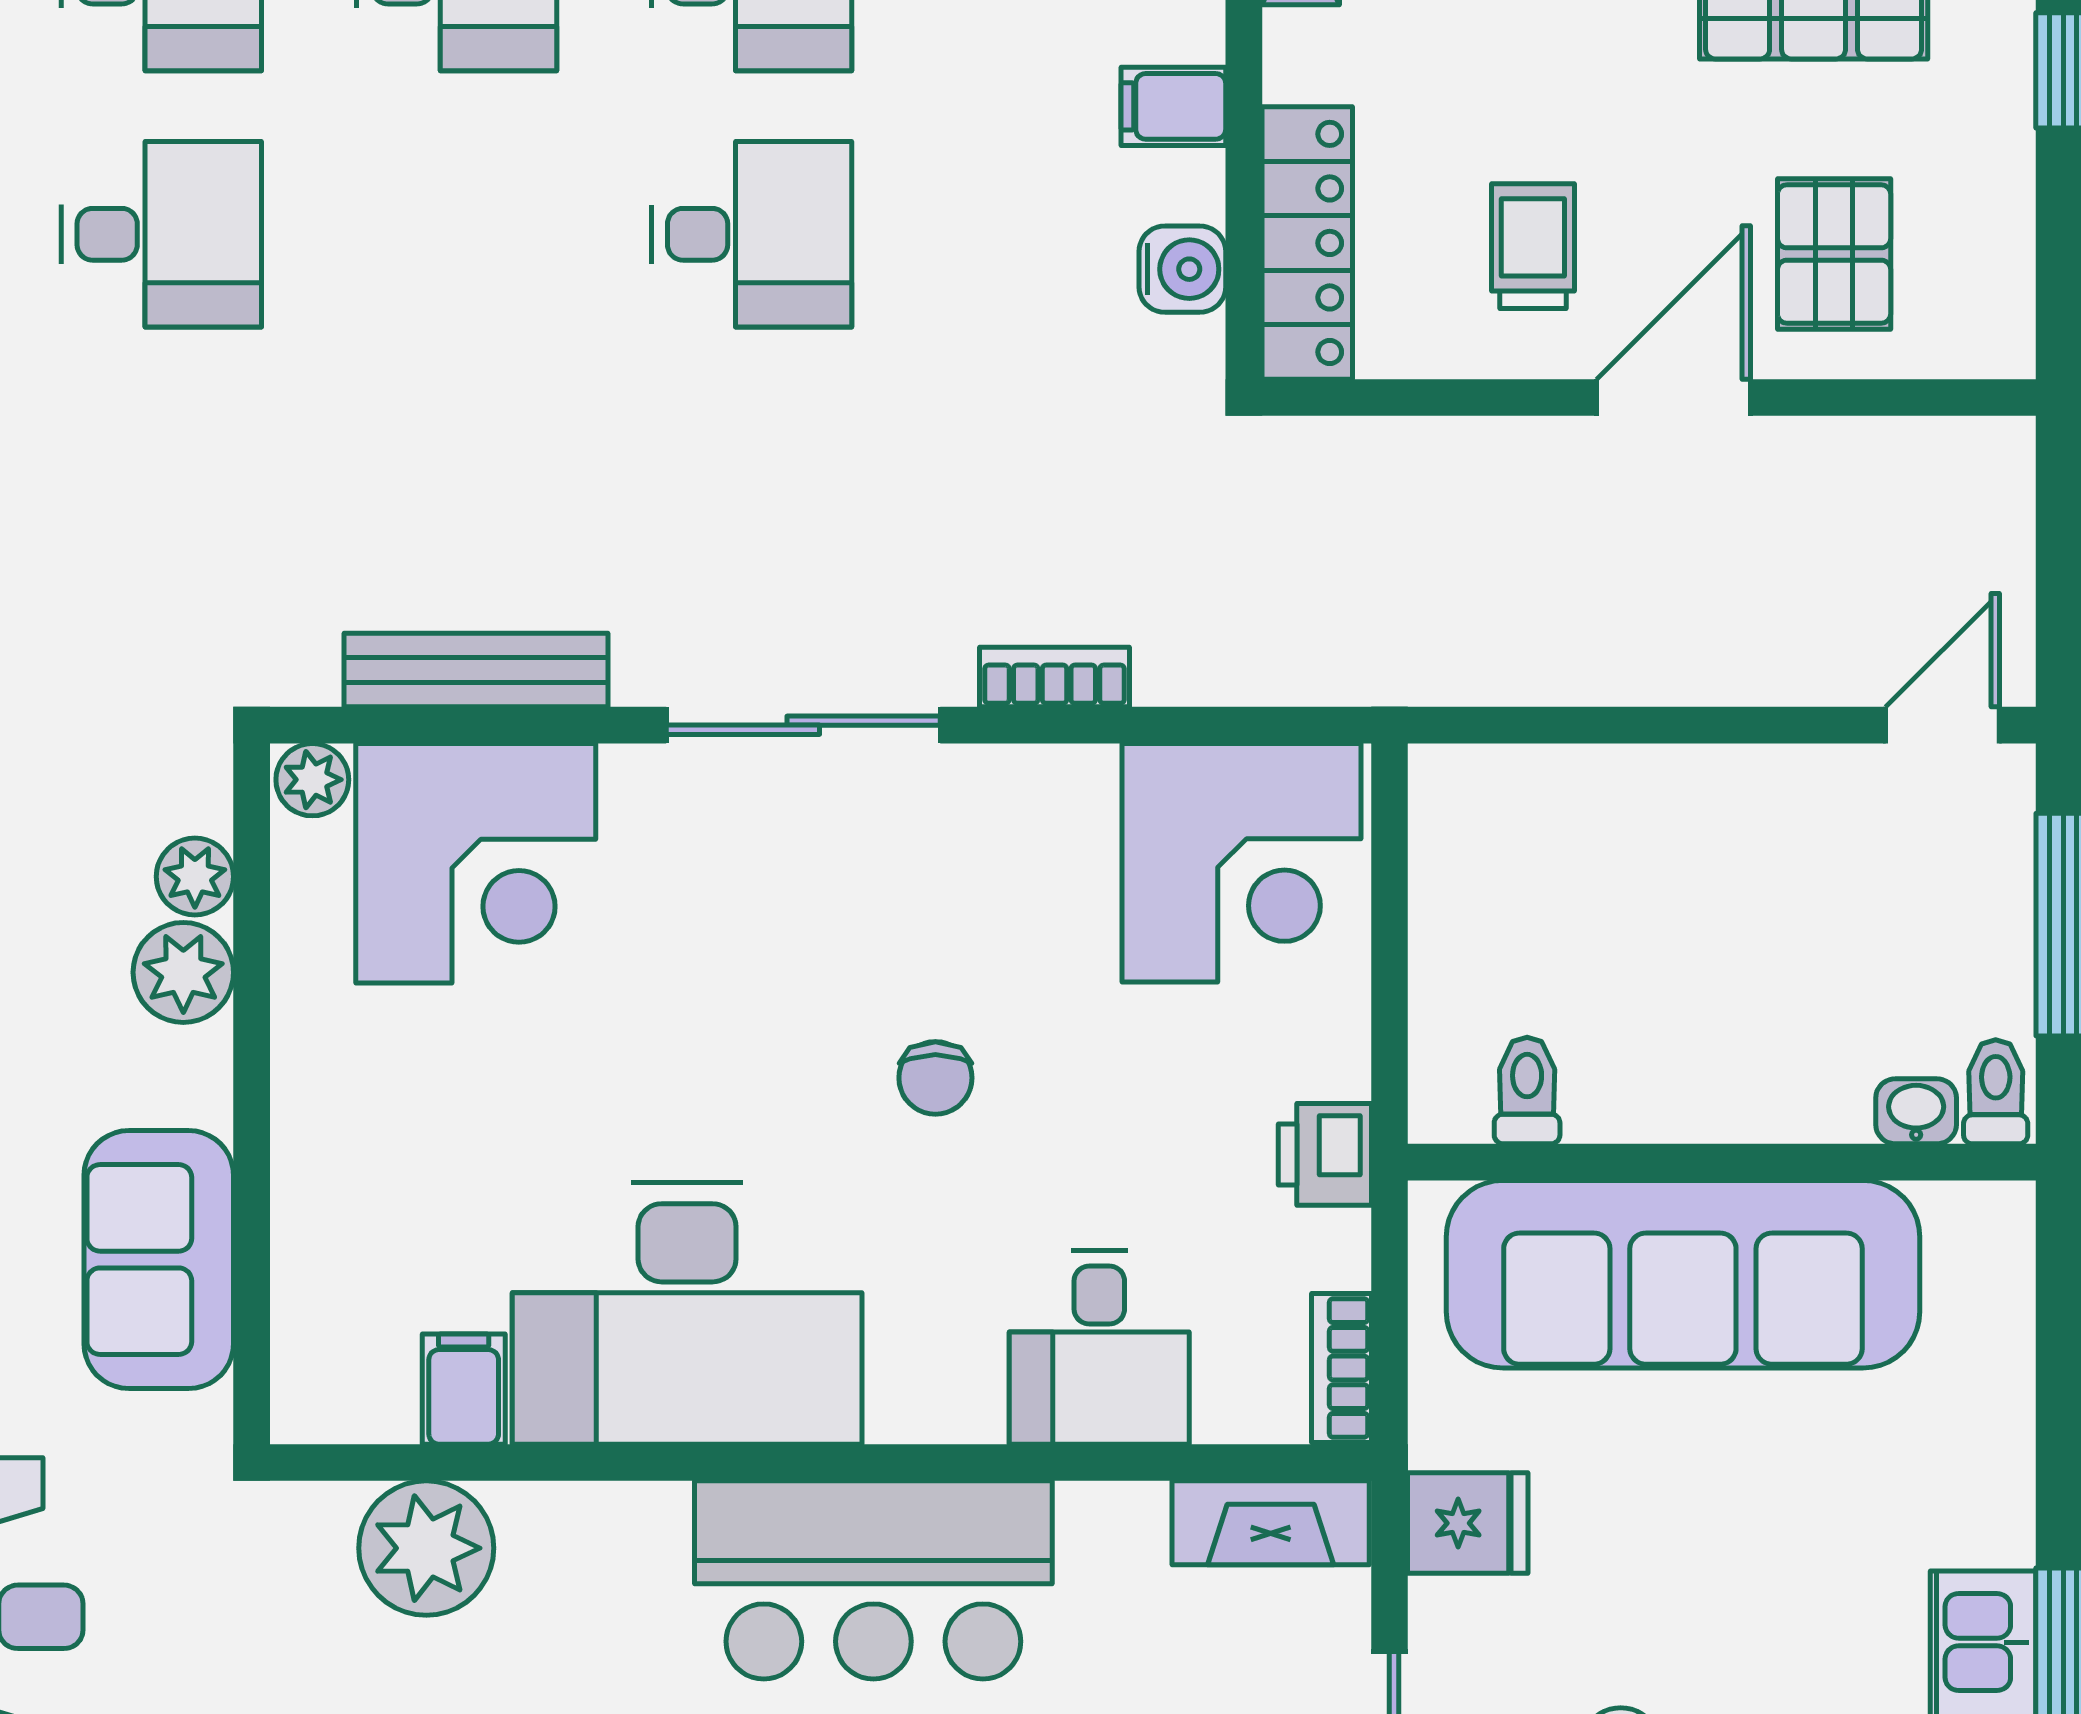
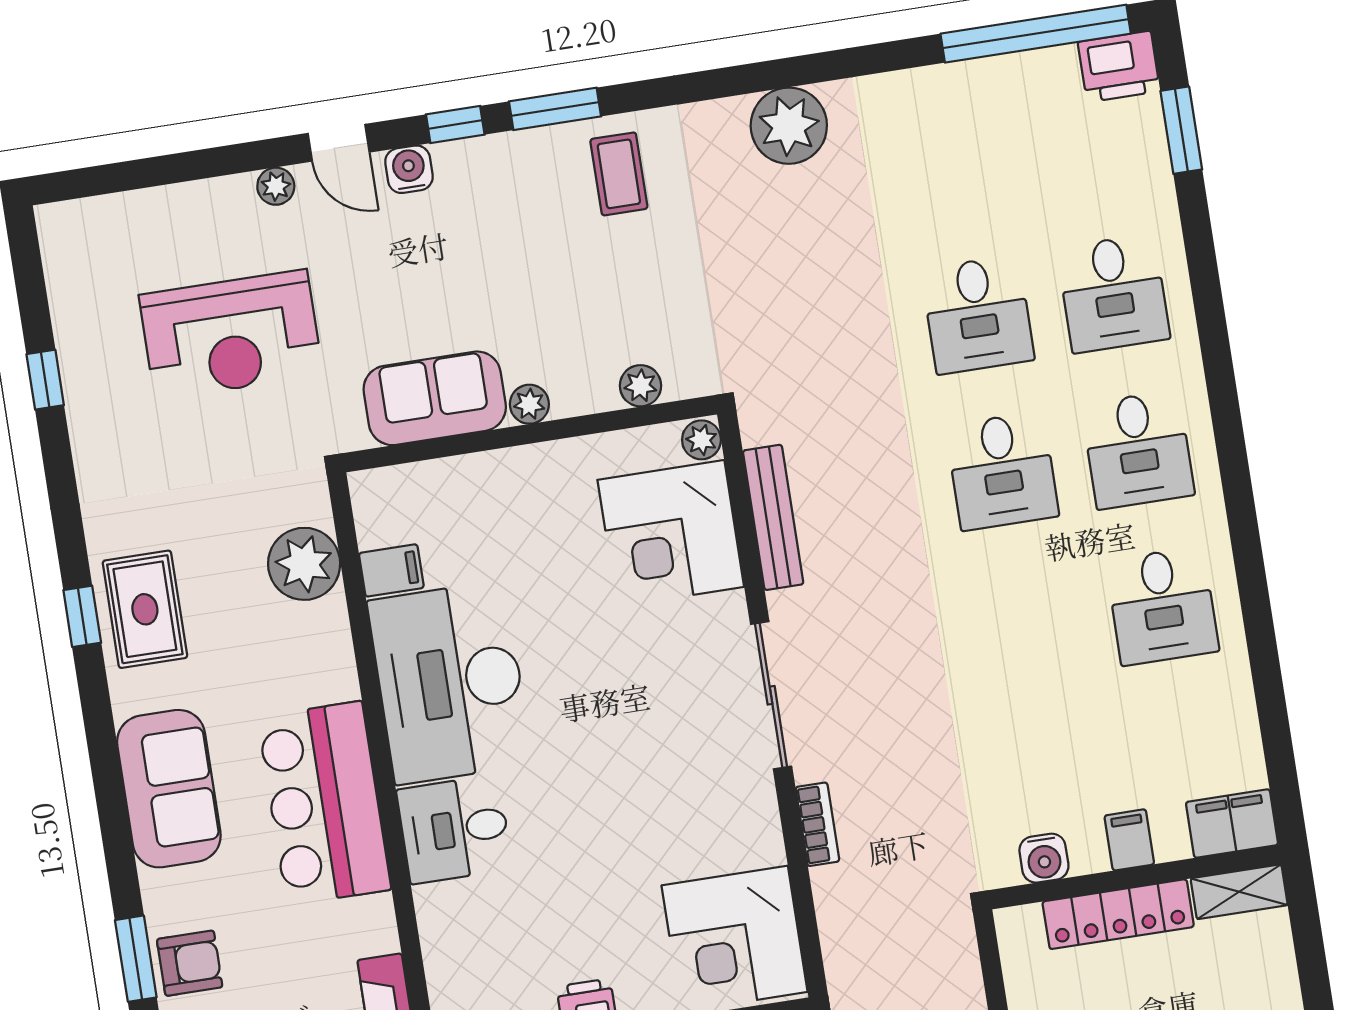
desk: (752, 234) -> (1002, 471), moved
locker: (1307, 243) -> (1118, 914), moved
plant: (183, 972) -> (529, 404), moved, width x0.73, depth x0.73
chair: (935, 1078) -> (595, 794), removed
desk: (1099, 1347) -> (455, 829), moved

